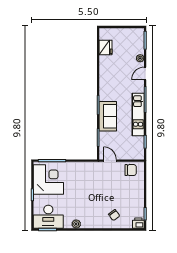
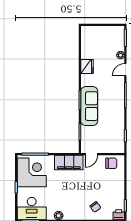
fridge: (106, 47) -> (87, 66), moved
kitchen unit: (138, 114) -> (119, 109), removed
sofa: (108, 116) -> (89, 106), width x1.36
door: (110, 161) -> (91, 154), swing flipped
filing cabinet: (87, 169) -> (69, 163), added

